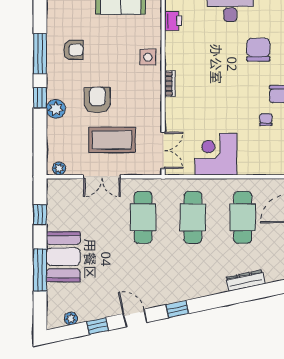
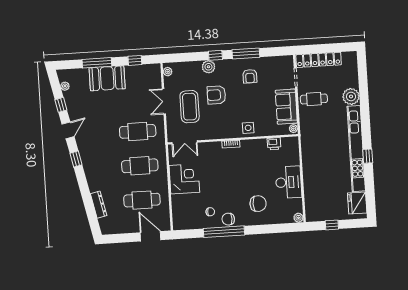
armchair: (97, 100) -> (216, 95), turned 180

